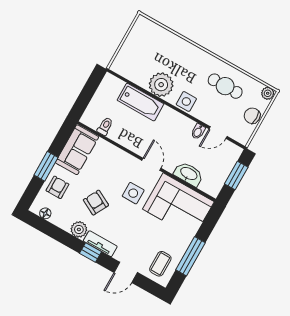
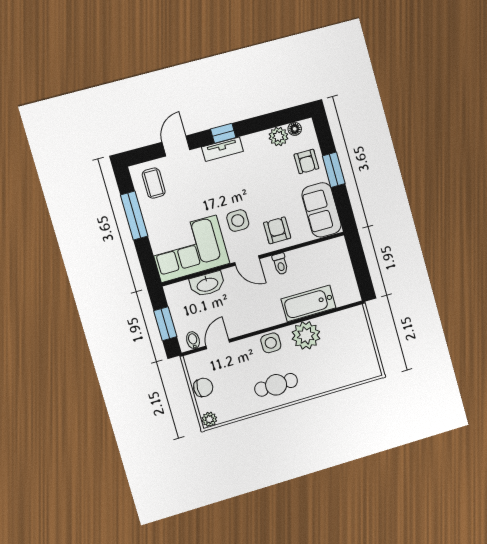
cafe table: (225, 86) -> (276, 385), moved
toilet: (105, 126) -> (280, 264), moved
bidet: (198, 131) -> (193, 340), moved
armchair: (96, 203) -> (277, 230), moved, turned -118
plant: (79, 229) -> (278, 136), moved

